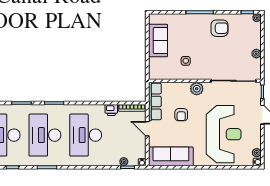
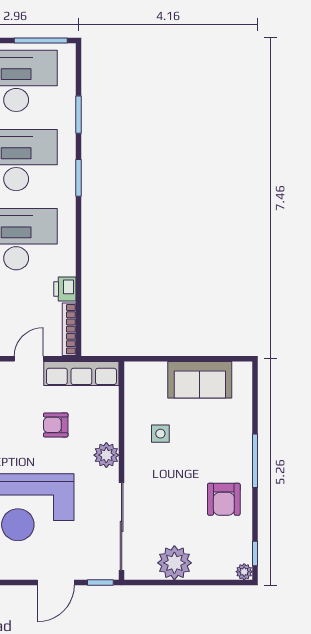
plant: (256, 54) -> (174, 563), width x1.88, depth x1.88

